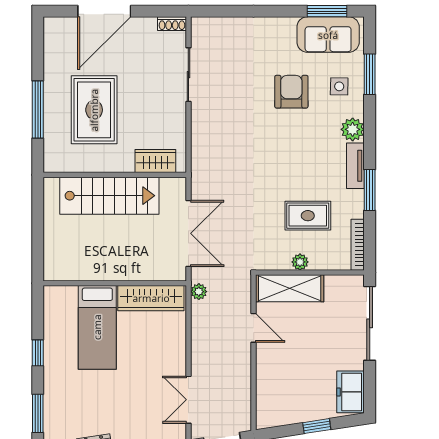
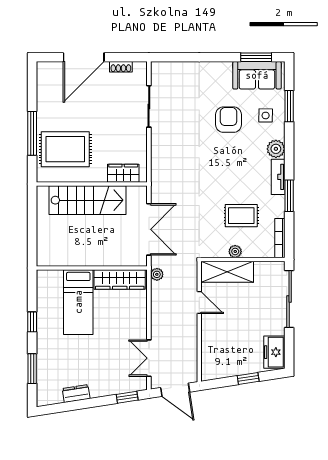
shoe rack: (172, 24) -> (121, 67), moved
rug: (94, 110) -> (65, 149), moved, turned 90

